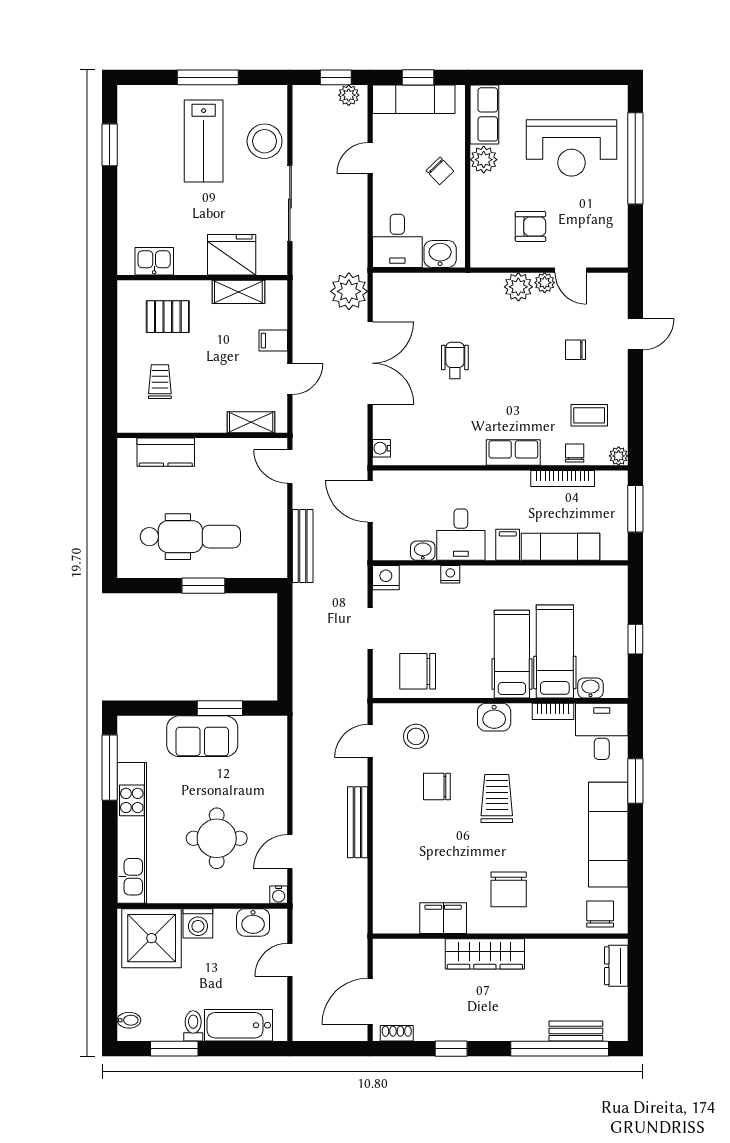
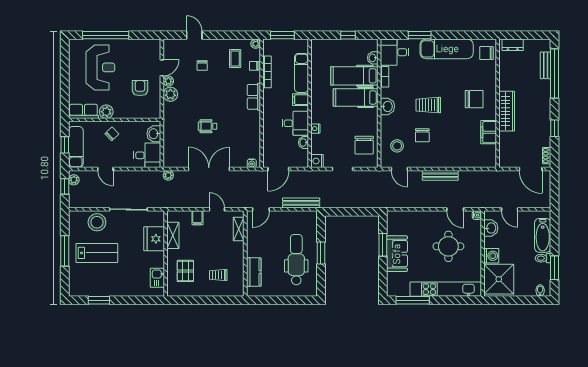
plant: (349, 291) -> (168, 175), width x0.53, depth x0.53

